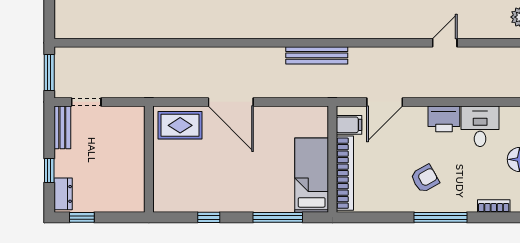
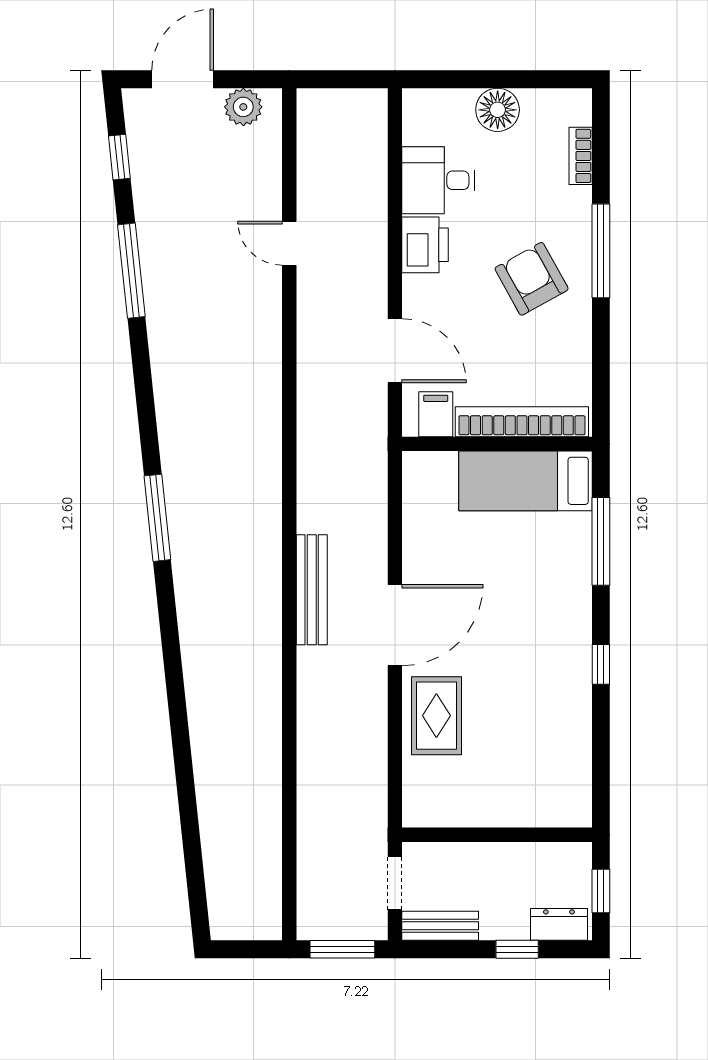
bench: (317, 55) -> (312, 590), moved
wall: (149, 159) -> (497, 835), moved
armchair: (425, 179) -> (532, 279), width x1.38, depth x1.38

